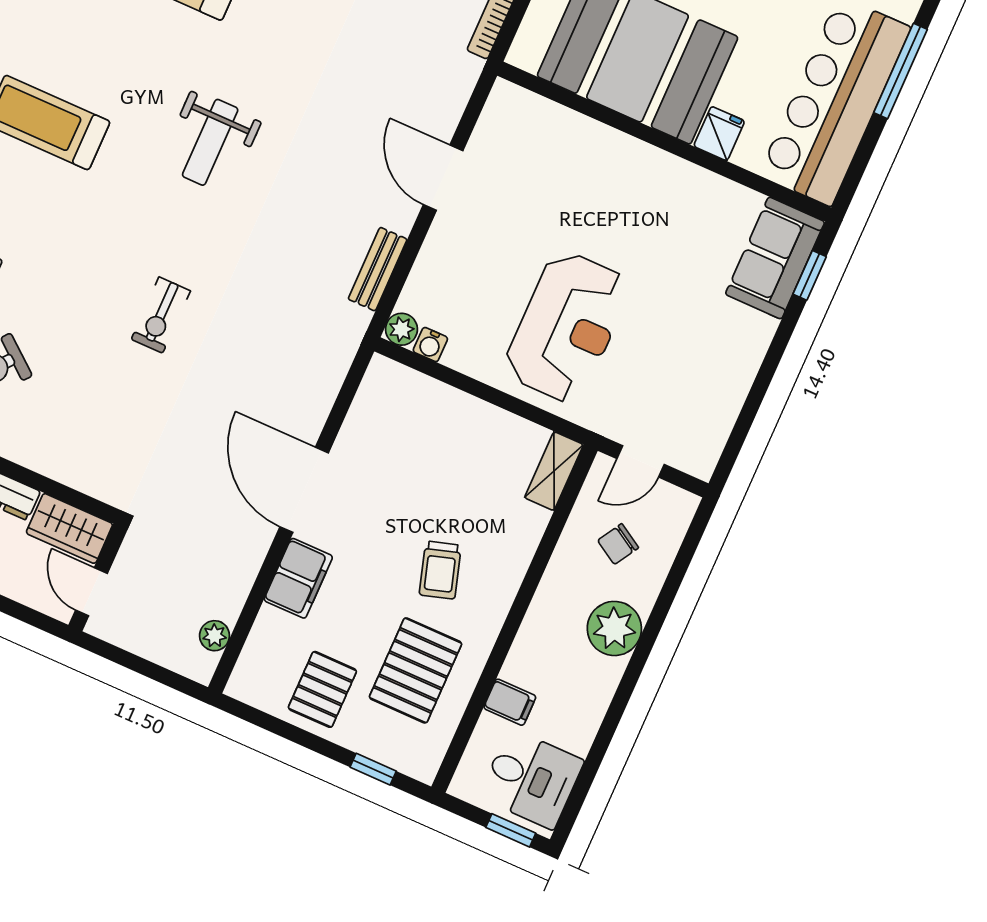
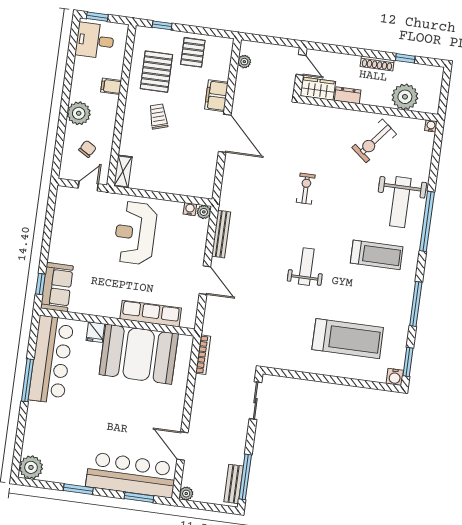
row of seats: (585, 139) -> (151, 314), added
bench: (378, 269) -> (221, 234), width x1.36
filing cabinet: (510, 702) -> (111, 86), moved

